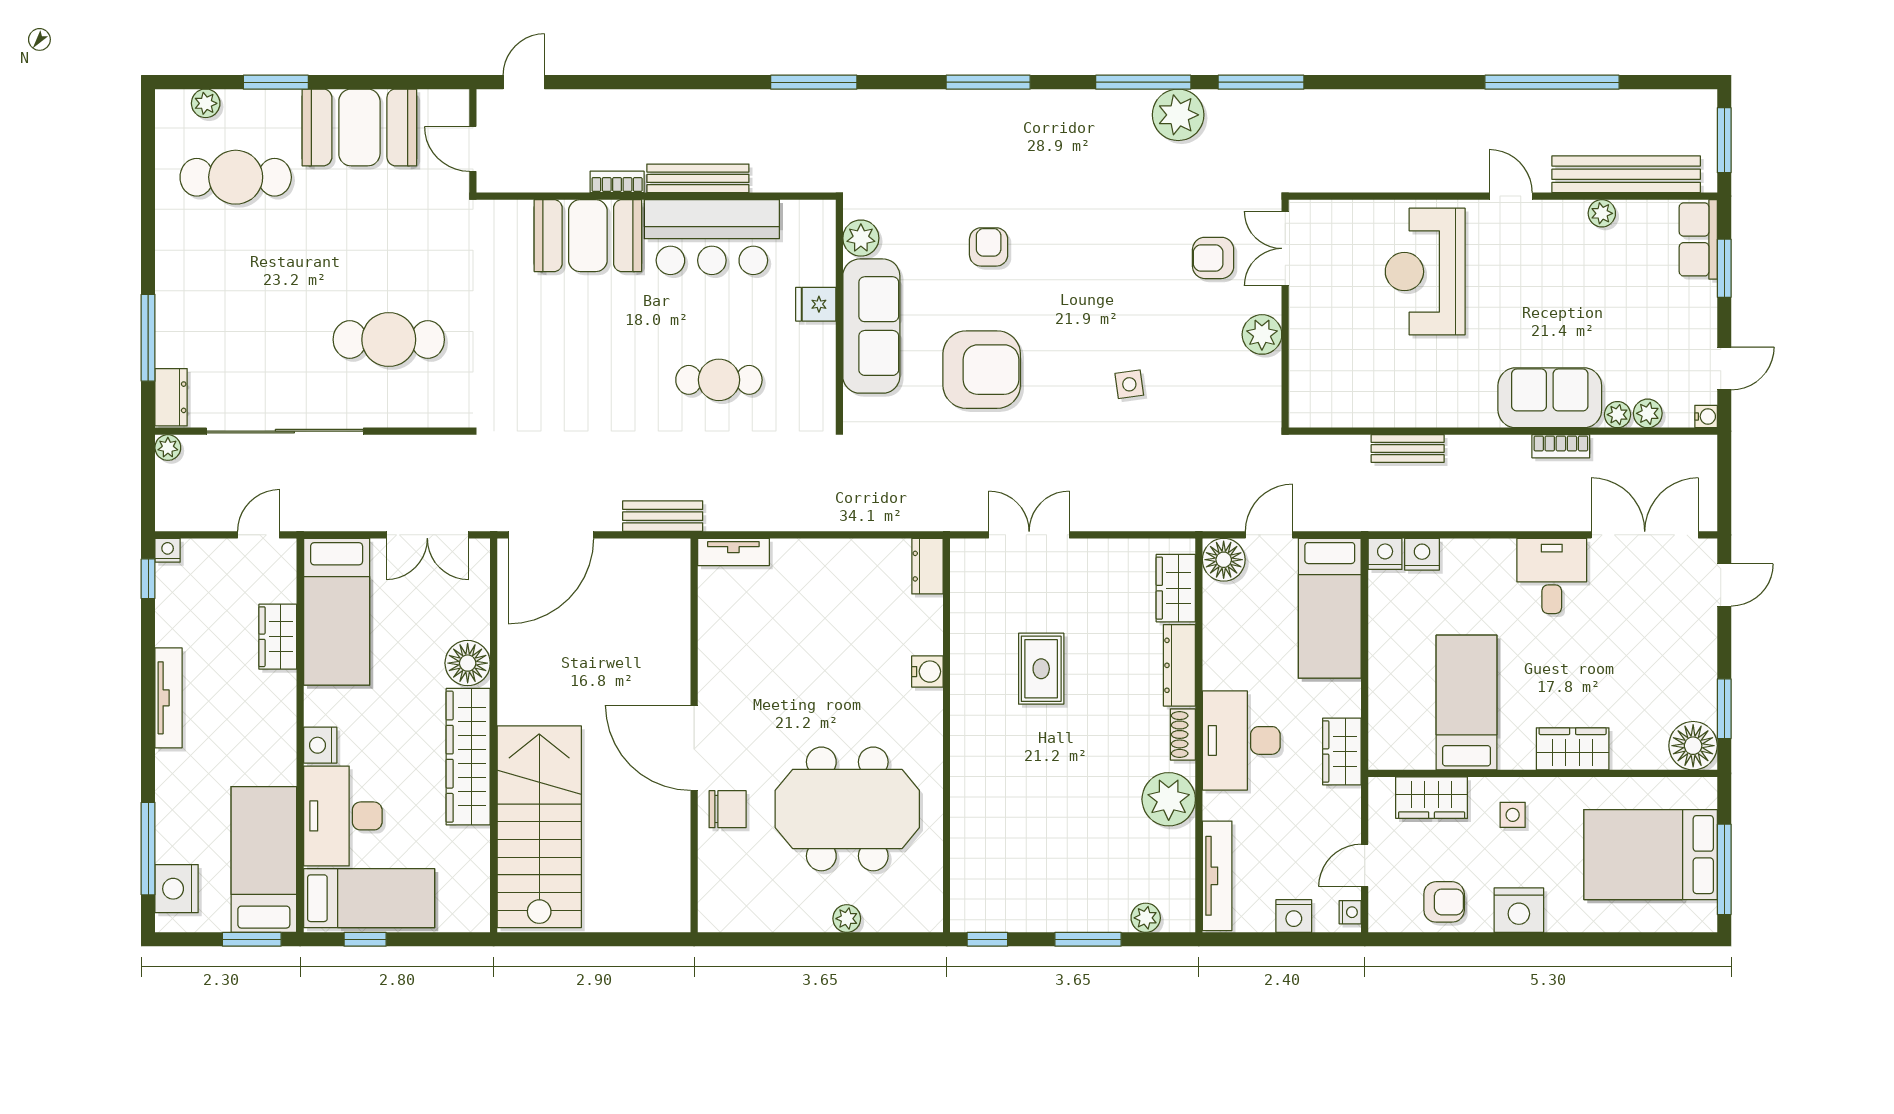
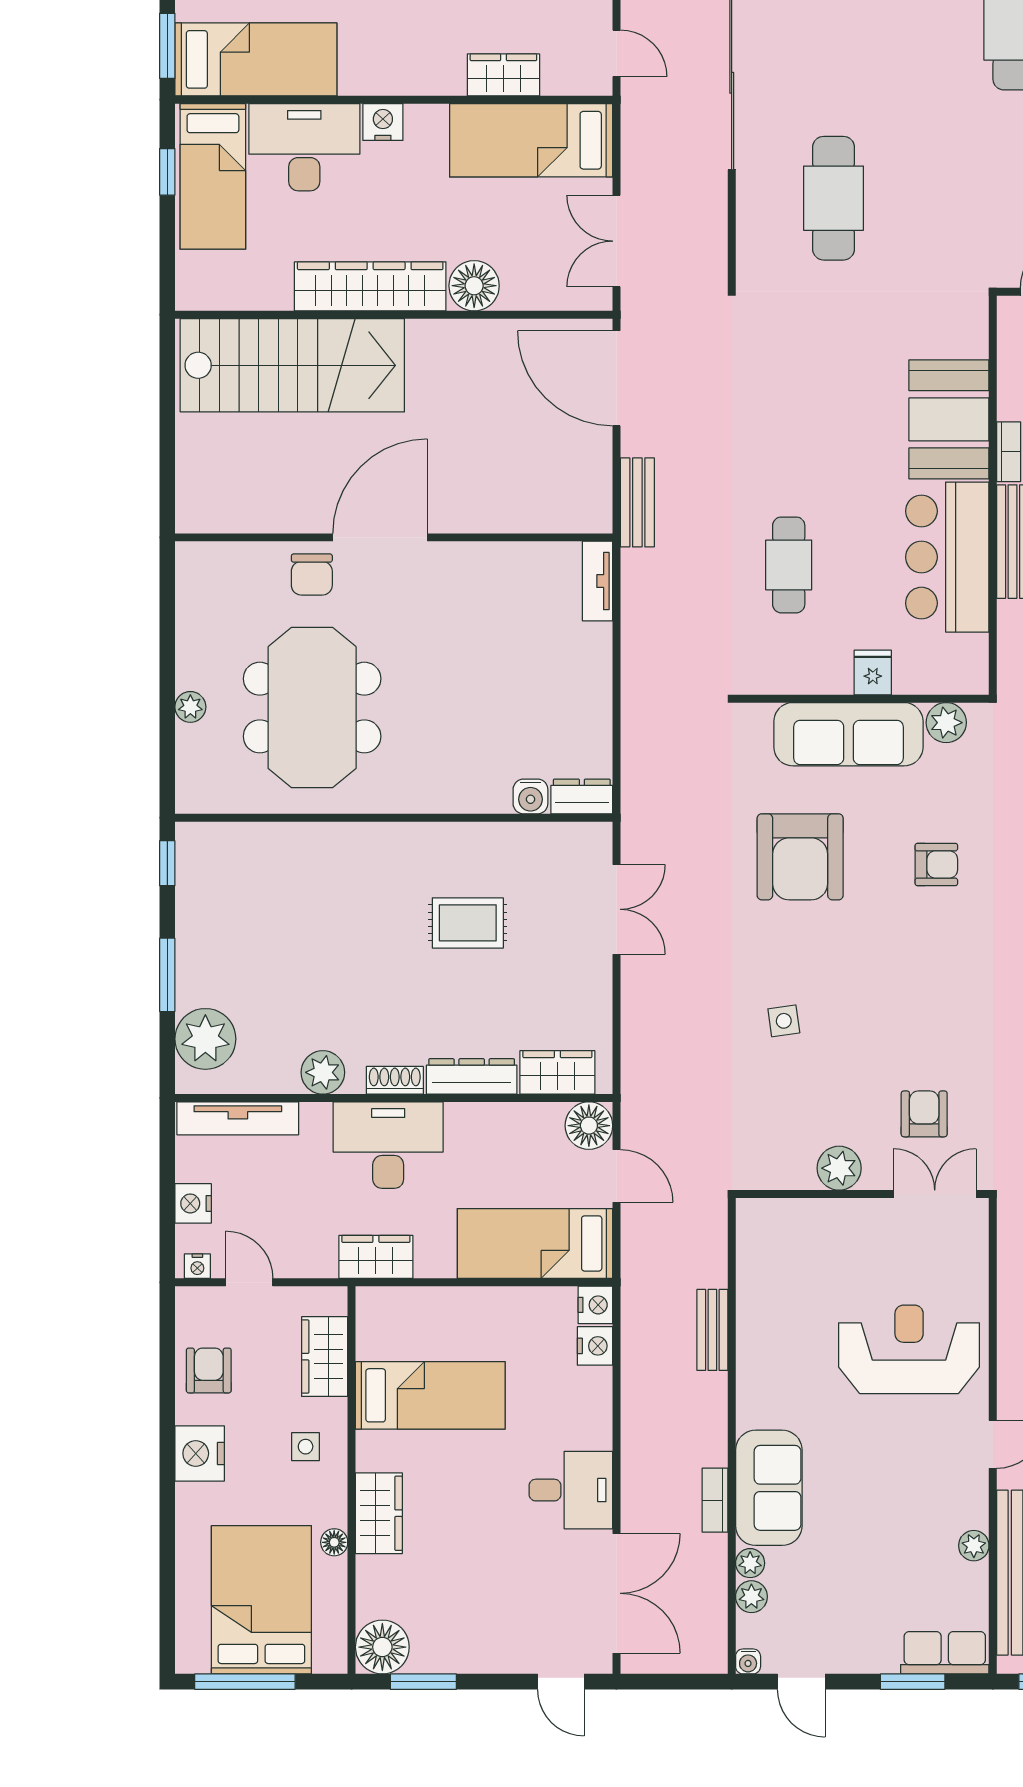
water cooler: (927, 672) -> (530, 796), moved
floor lamp: (1599, 789) -> (334, 1542), added
plant: (1169, 799) -> (323, 1072), width x0.73, depth x0.73
armchair: (1444, 902) -> (209, 1370), turned 180
plant: (1146, 918) -> (205, 1039), width x1.88, depth x1.88

